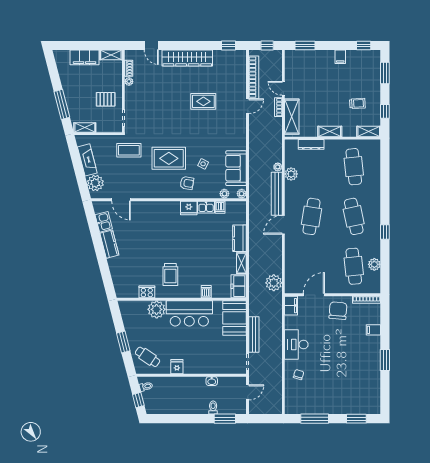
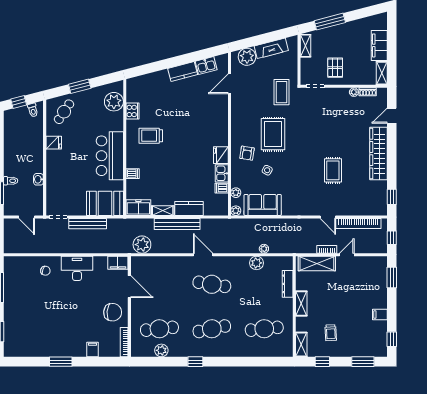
bench: (277, 194) -> (177, 224), moved
plant: (157, 309) -> (114, 102), moved

